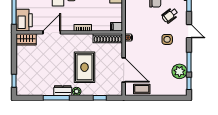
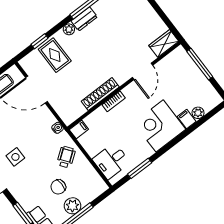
wheelchair: (170, 15) -> (66, 157), moved
printer: (24, 20) -> (181, 62), removed
shoe rack: (108, 38) -> (100, 94), moved
rug: (84, 67) -> (55, 55), moved, width x0.73, depth x0.70

